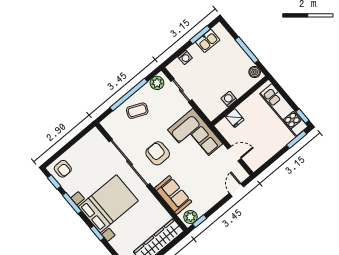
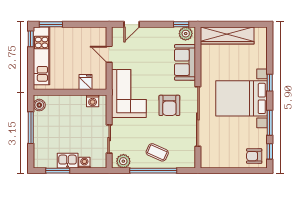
kitchen sink: (208, 41) -> (68, 161), moved
washing machine: (229, 99) -> (93, 101), moved
armchair: (63, 169) -> (254, 156), turned -90

